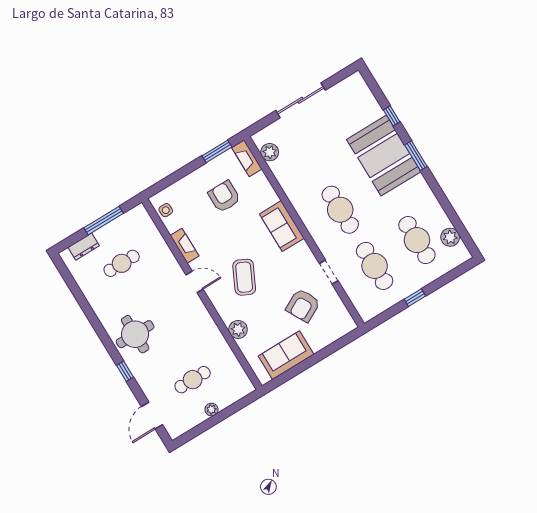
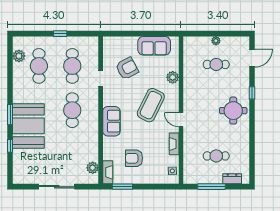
armchair: (224, 196) -> (134, 158), turned 90
coffee table: (244, 277) -> (151, 105), width x1.36, depth x1.32

